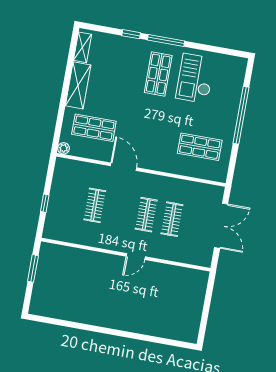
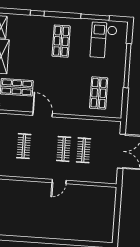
window: (166, 40) -> (95, 17), moved
checkout: (195, 78) -> (104, 40), moved
shop shelf: (200, 147) -> (99, 93), turned 90

